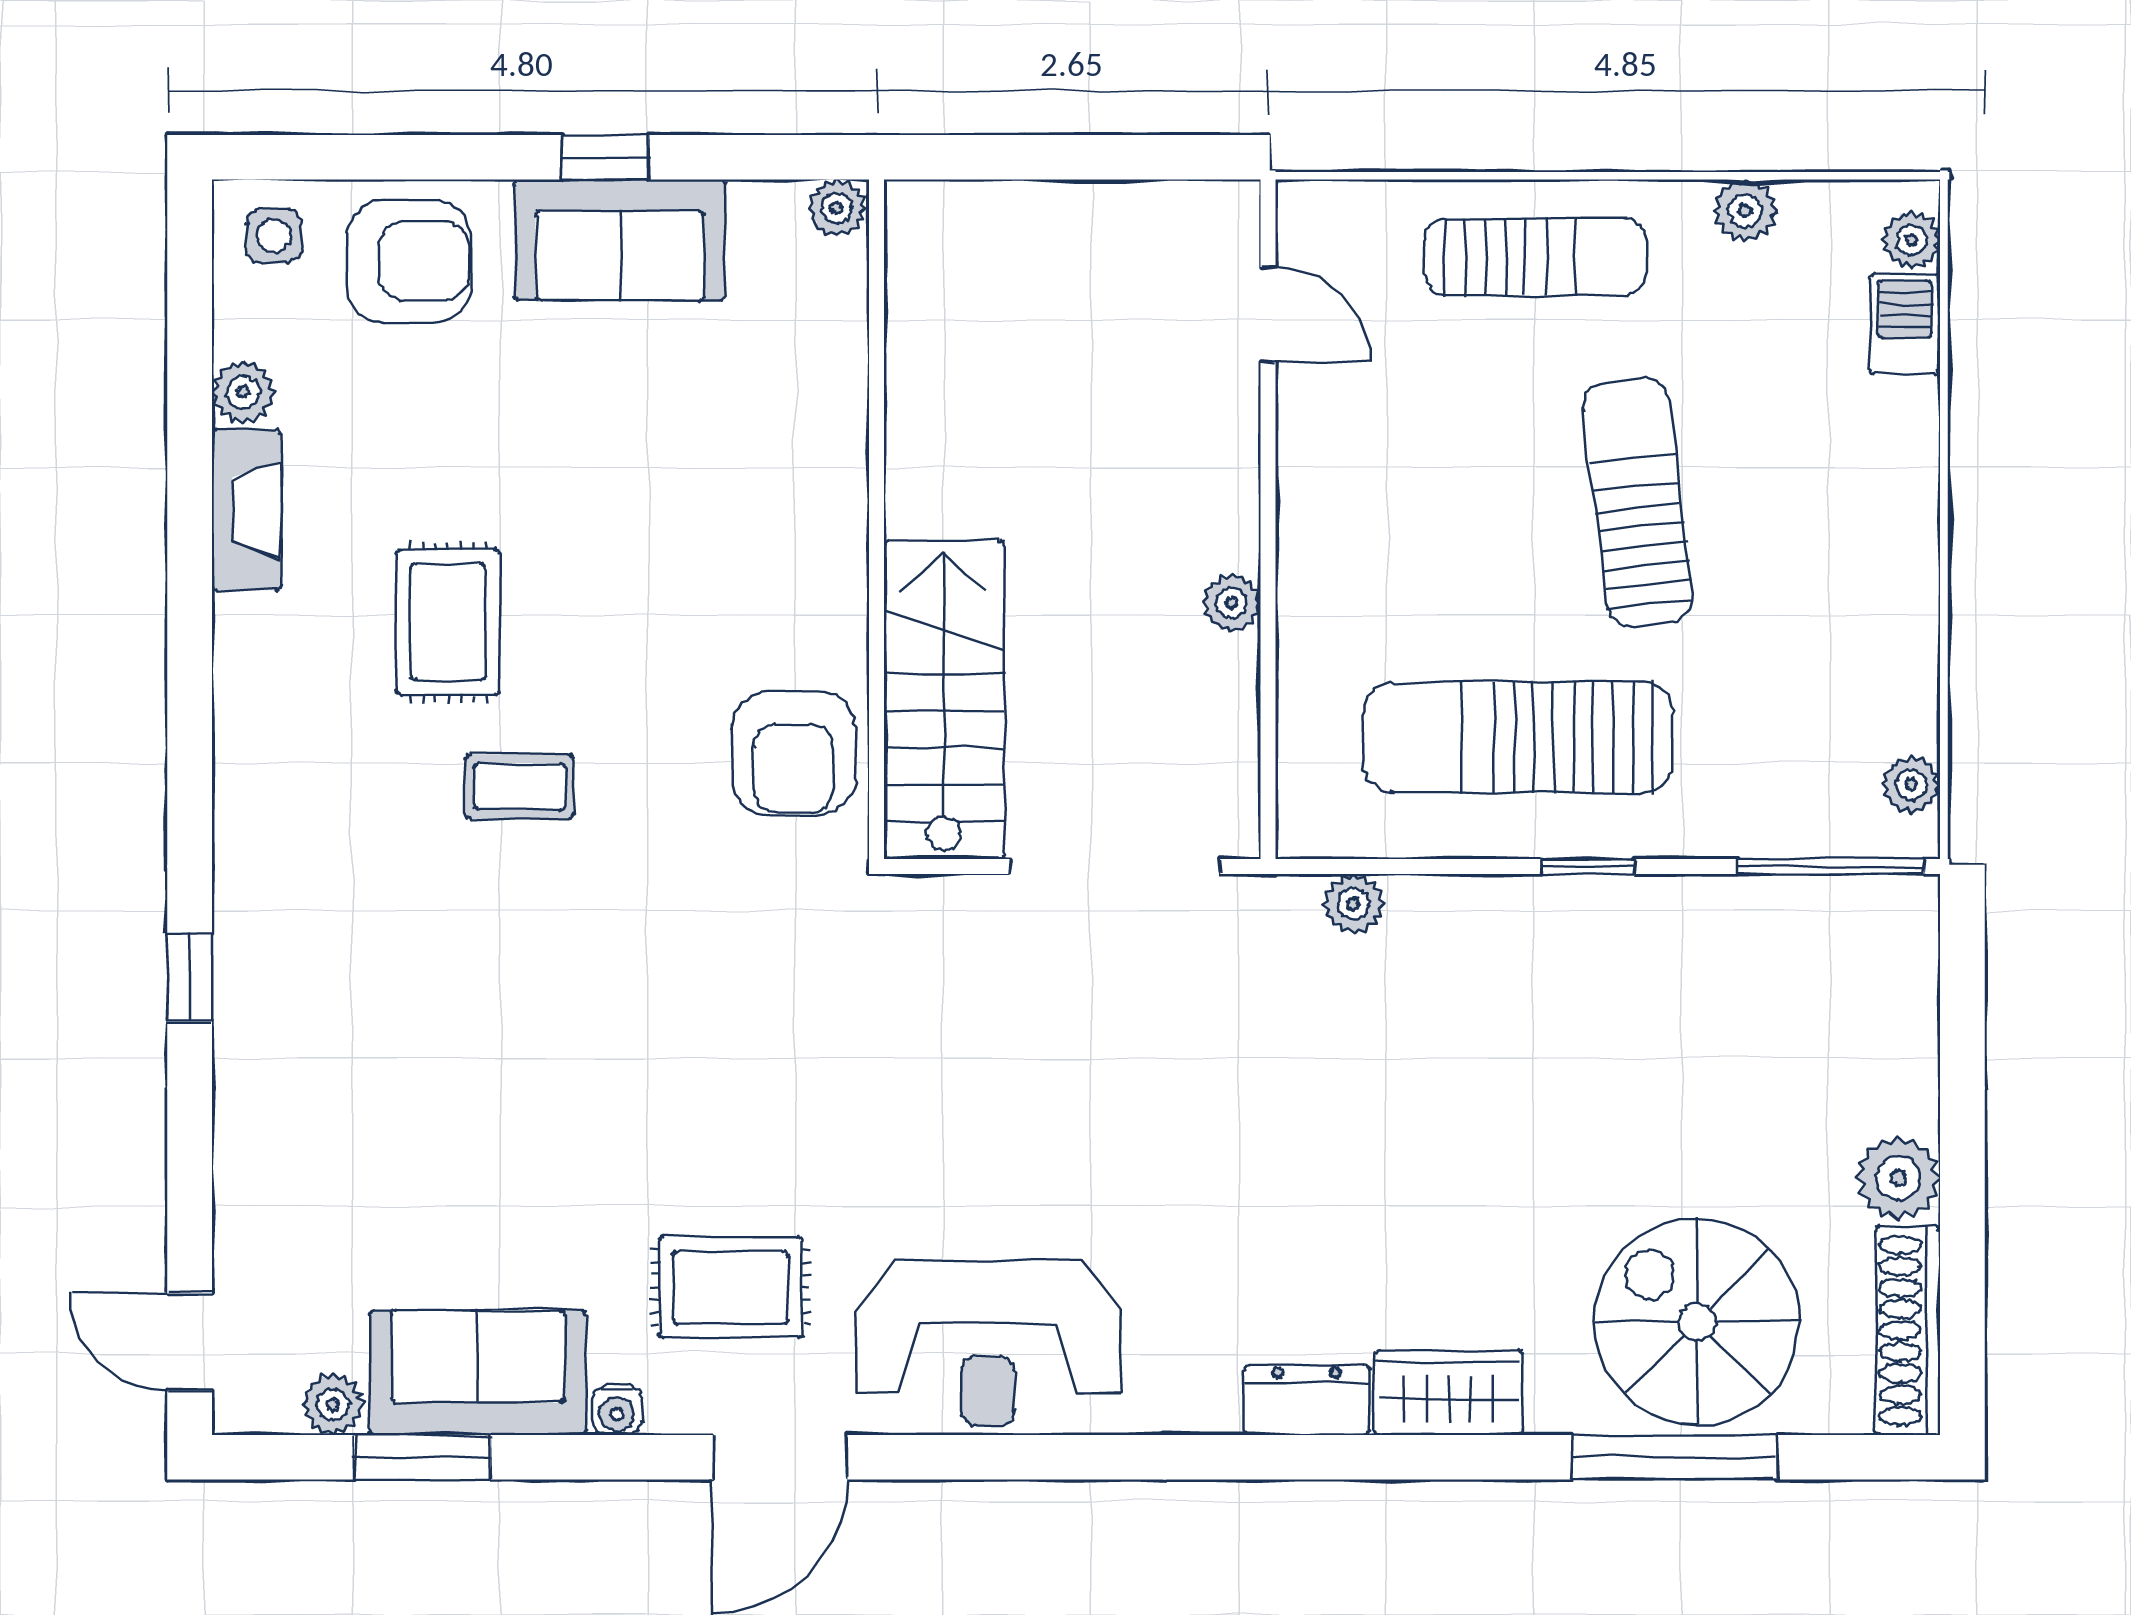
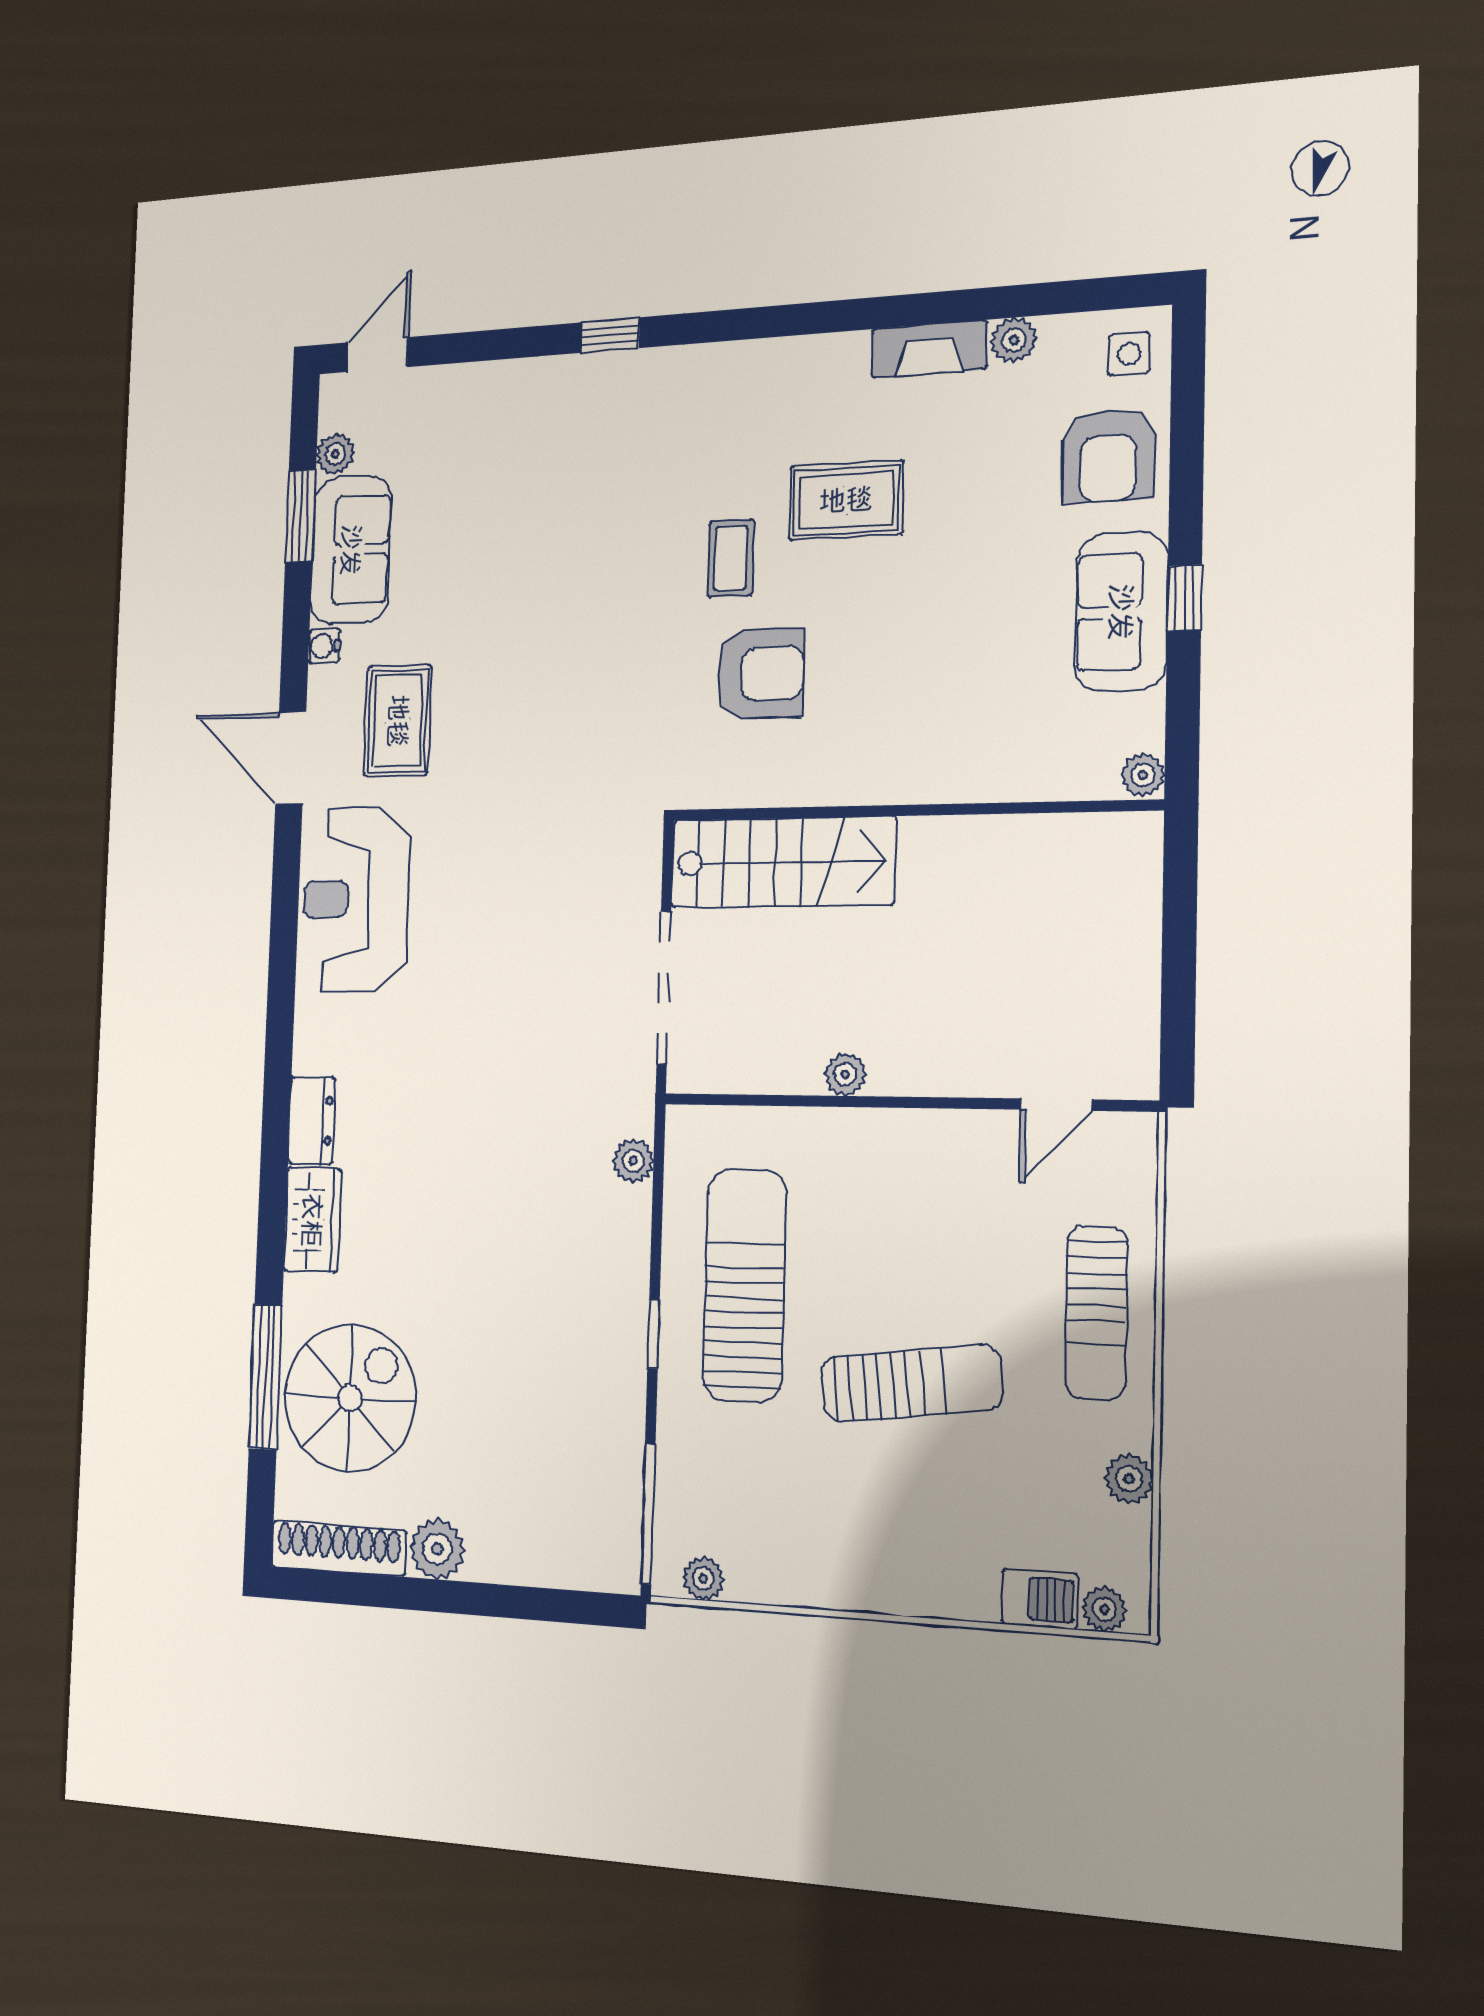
armchair: (793, 753) -> (760, 674), moved, turned 180

